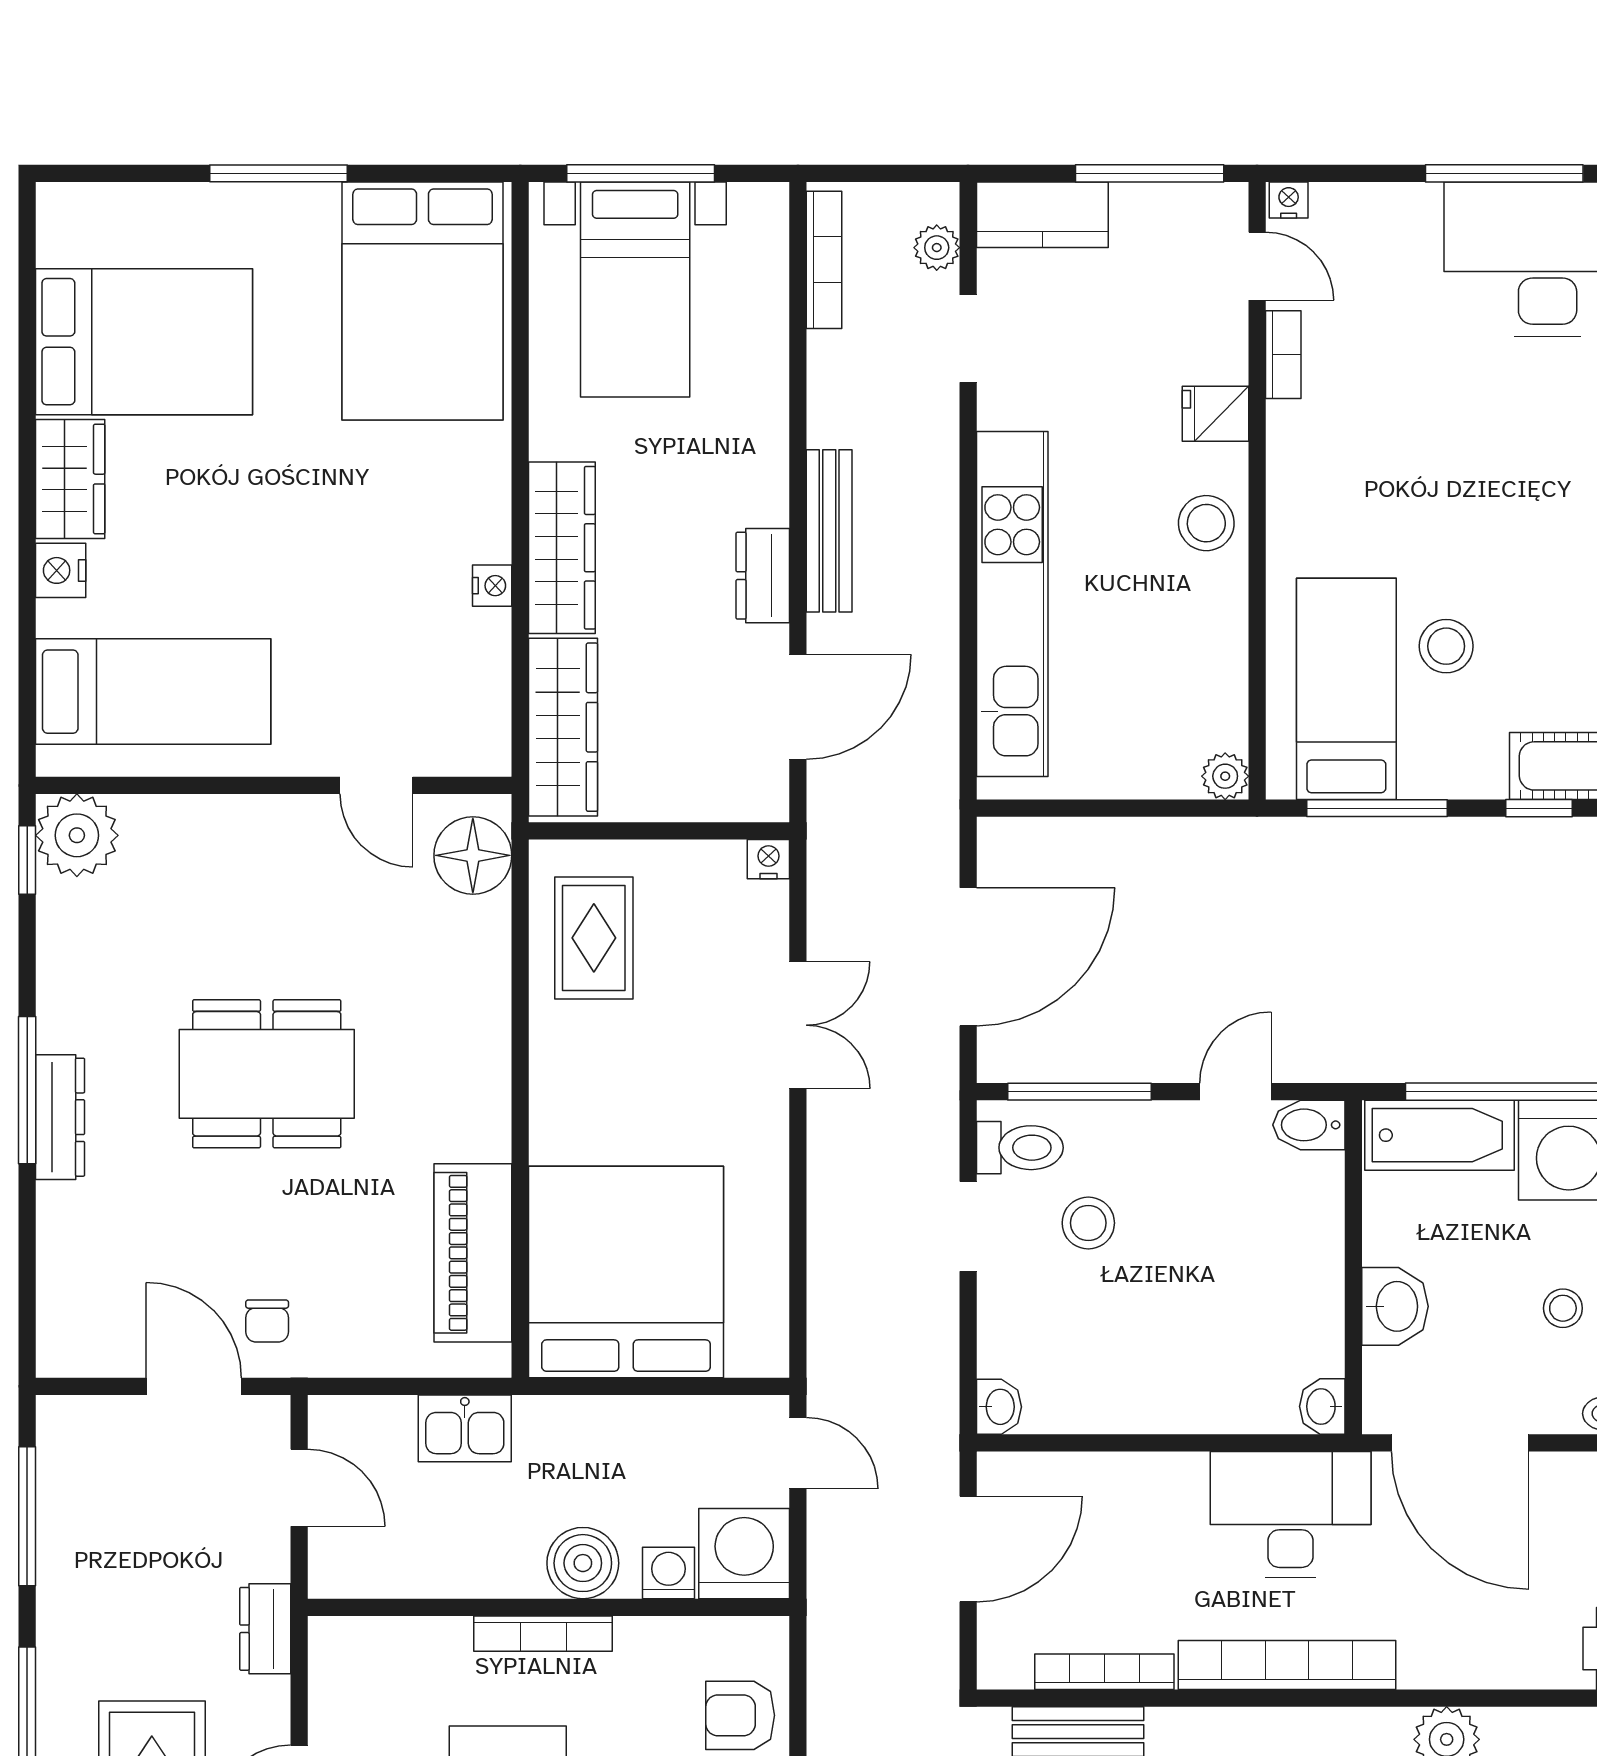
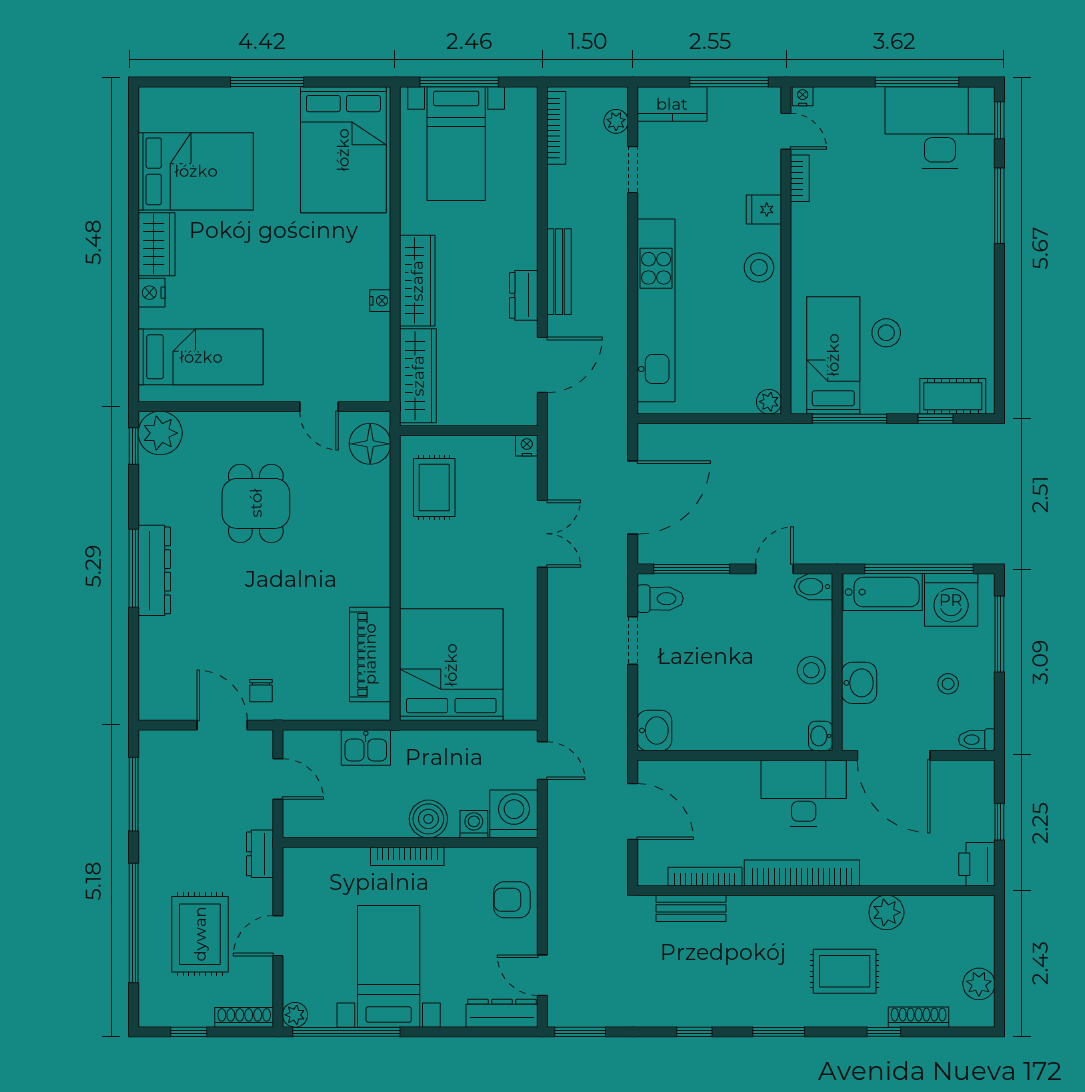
dining table: (267, 1074) -> (256, 503), moved, width x0.73
dresser: (60, 1117) -> (154, 570), width x1.37, depth x1.24
stool: (1088, 1223) -> (811, 670), moved
washbasin: (999, 1407) -> (654, 730), width x1.38, depth x1.45
door: (968, 1549) -> (633, 811), hinge flipped

